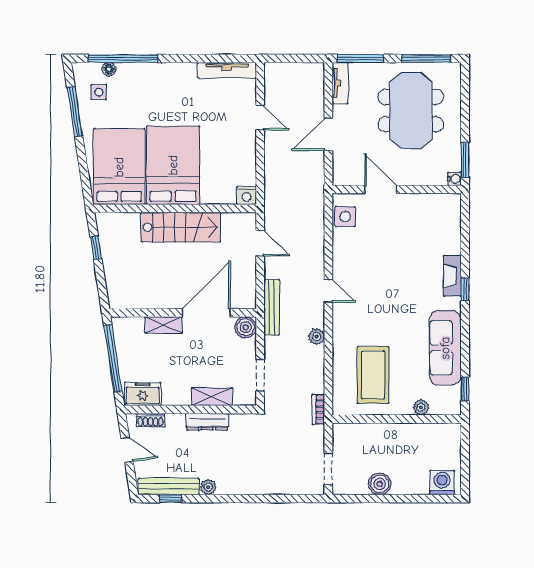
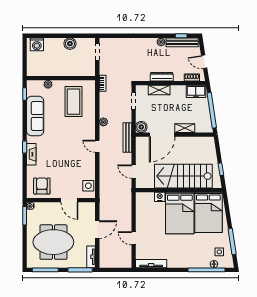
meeting table: (411, 111) -> (53, 242), turned 90
nightstand: (247, 196) -> (160, 197), moved
armchair: (433, 216) -> (42, 186), added
stairs: (181, 227) -> (183, 176), width x1.36, depth x1.51

